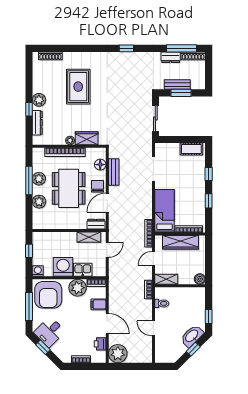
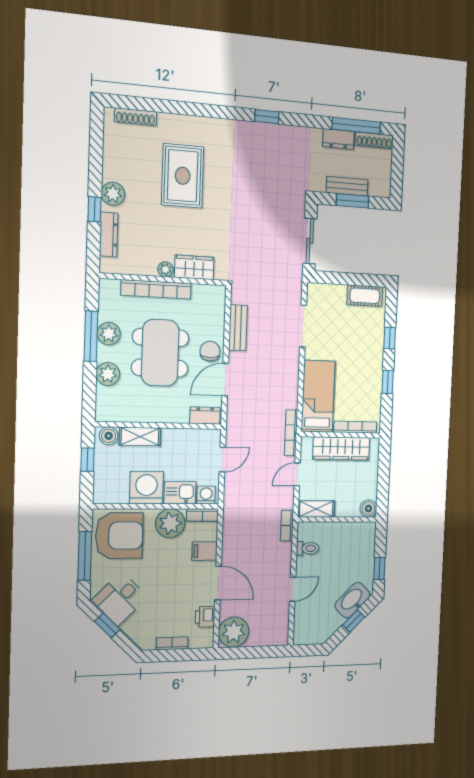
floor lamp: (100, 165) -> (216, 314), removed
boiler: (41, 237) -> (109, 436), added
shelving: (89, 237) -> (140, 437), moved
washing machine: (38, 271) -> (206, 495), moved
armchair: (48, 295) -> (119, 536), turned -90
door: (153, 328) -> (293, 589), swing flipped

